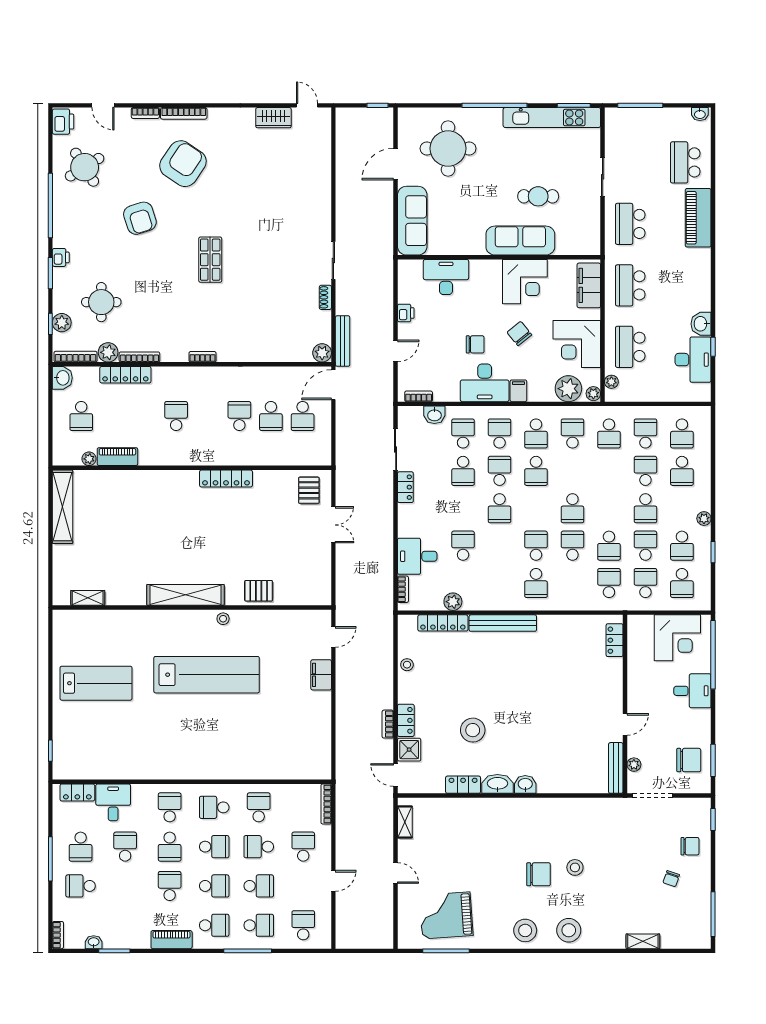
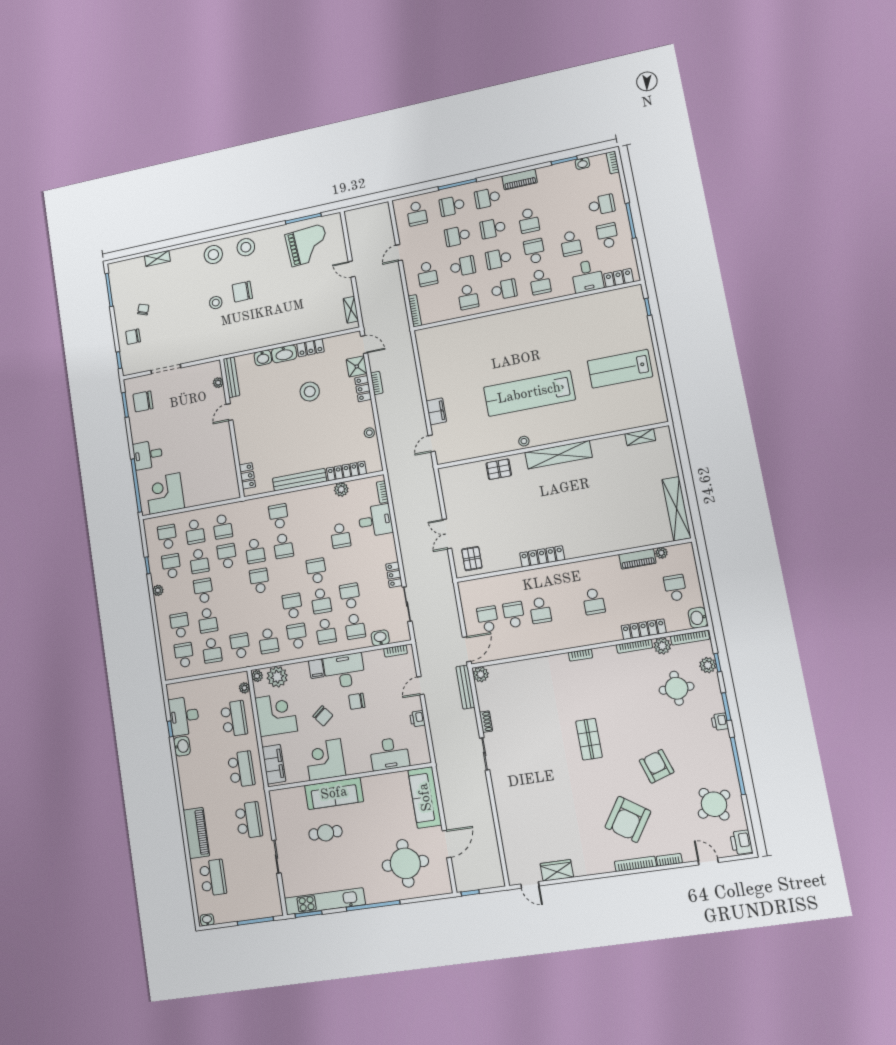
locker: (615, 640) -> (247, 476), moved
wall: (625, 704) -> (232, 428), moved
door: (625, 724) -> (230, 412), moved
plant: (634, 765) -> (218, 383), moved
bench: (616, 768) -> (231, 377), moved

